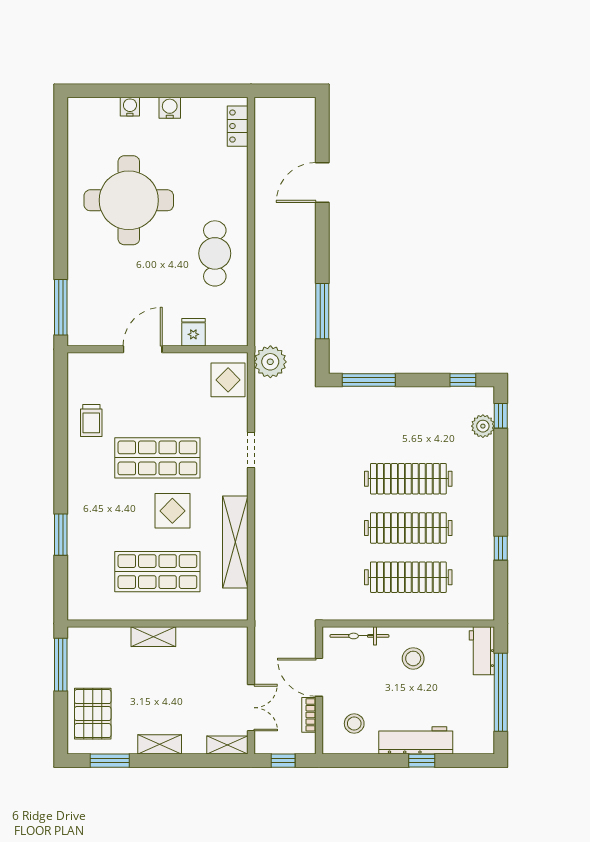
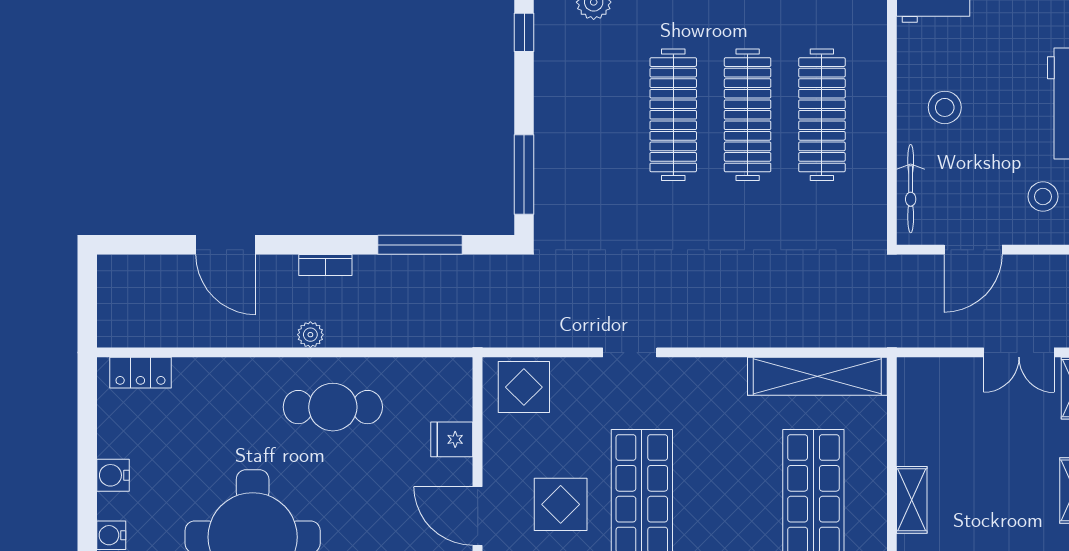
plant: (270, 362) -> (310, 335), moved, width x0.53, depth x0.53
display table: (172, 511) -> (561, 504), moved
shelving: (235, 542) -> (817, 376), moved
double door: (251, 708) -> (1019, 352), swing flipped
bookcase: (309, 715) -> (325, 265), moved

